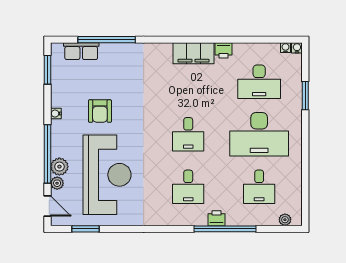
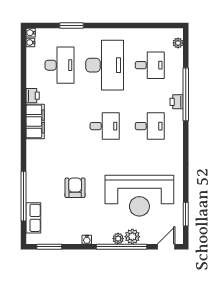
armchair: (100, 111) -> (75, 188), moved, turned -90
reception desk: (107, 175) -> (139, 196), turned 180
plant: (57, 183) -> (118, 239), moved

